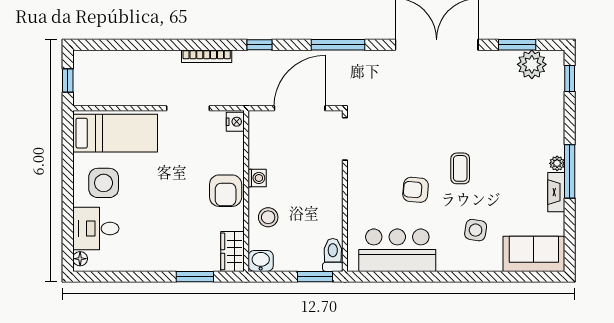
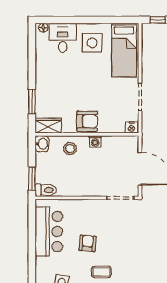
armchair: (226, 191) -> (87, 121), turned 180

